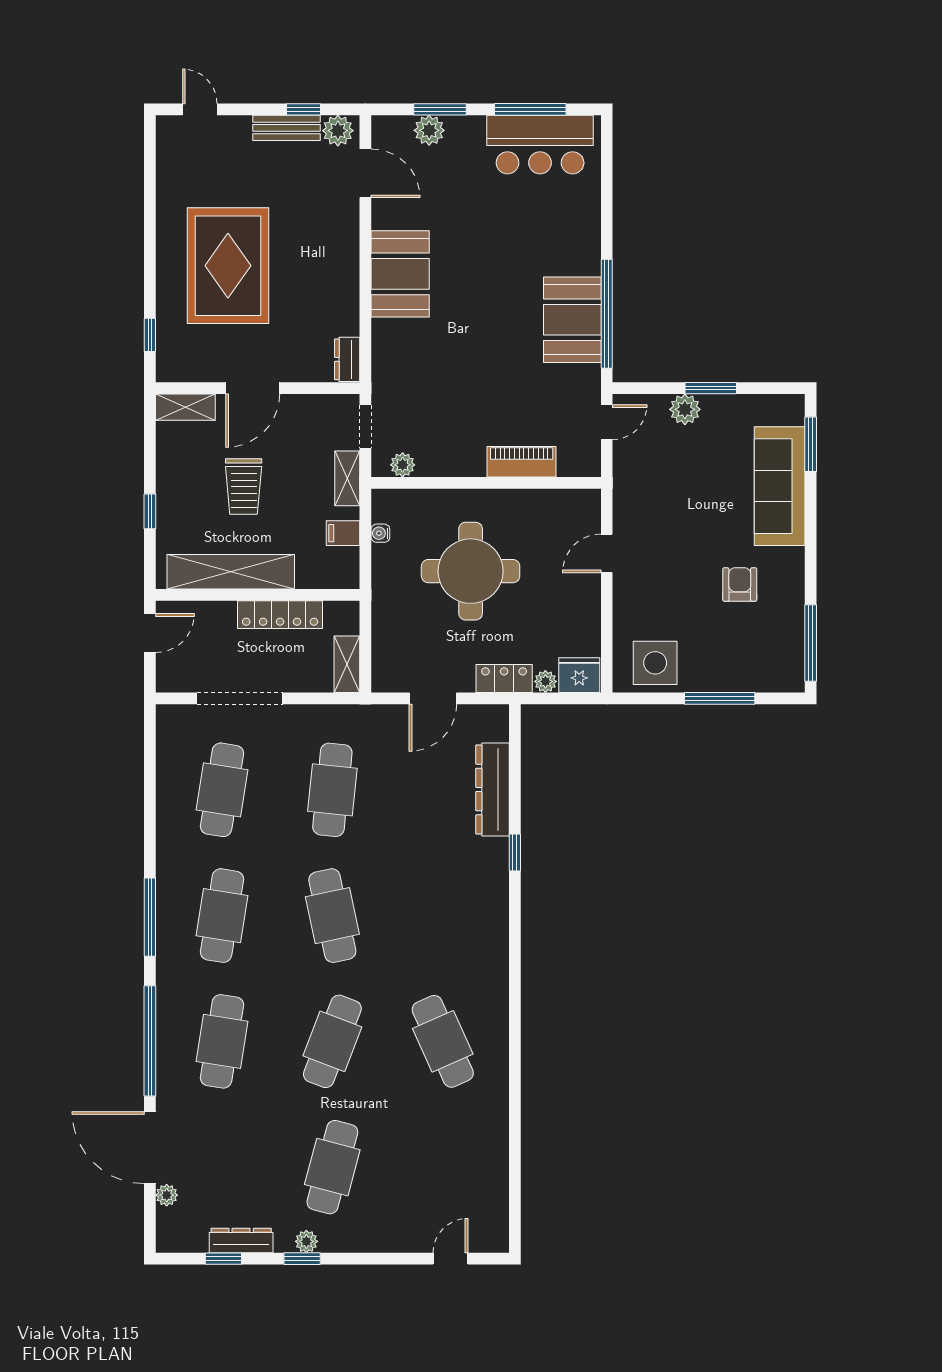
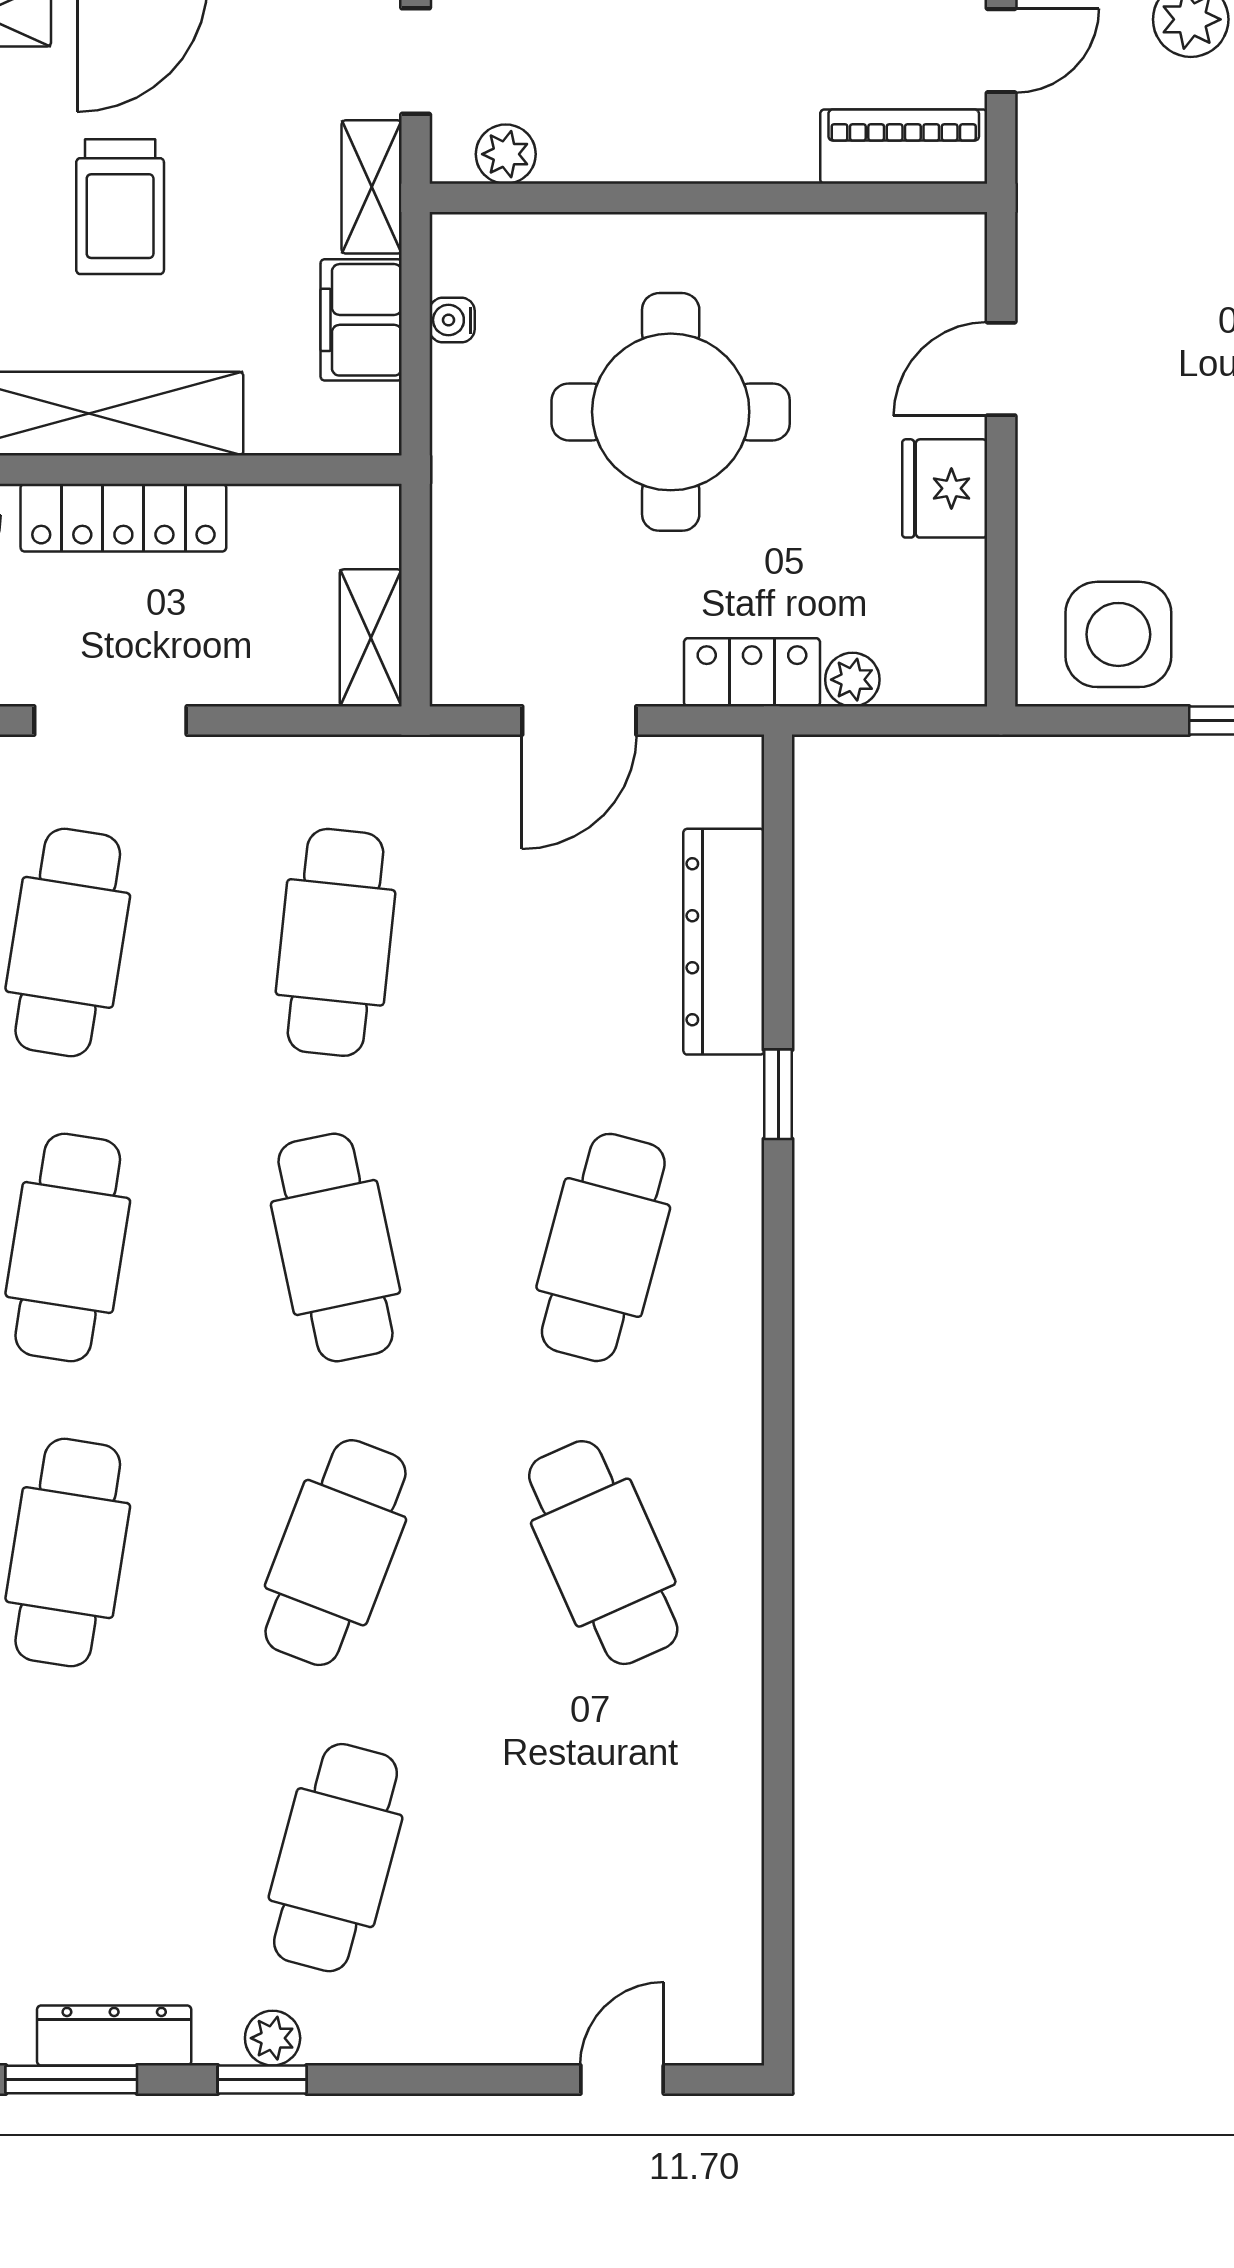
piano: (522, 462) -> (904, 147), moved
filing cabinet: (343, 533) -> (361, 320), width x2.00
locker: (280, 615) -> (123, 518), moved
fridge: (579, 675) -> (945, 488), moved, turned -90
doorway: (240, 698) -> (110, 721), width x0.73
cafe table: (443, 916) -> (603, 1247), added
window: (223, 1259) -> (71, 2080), width x1.50

